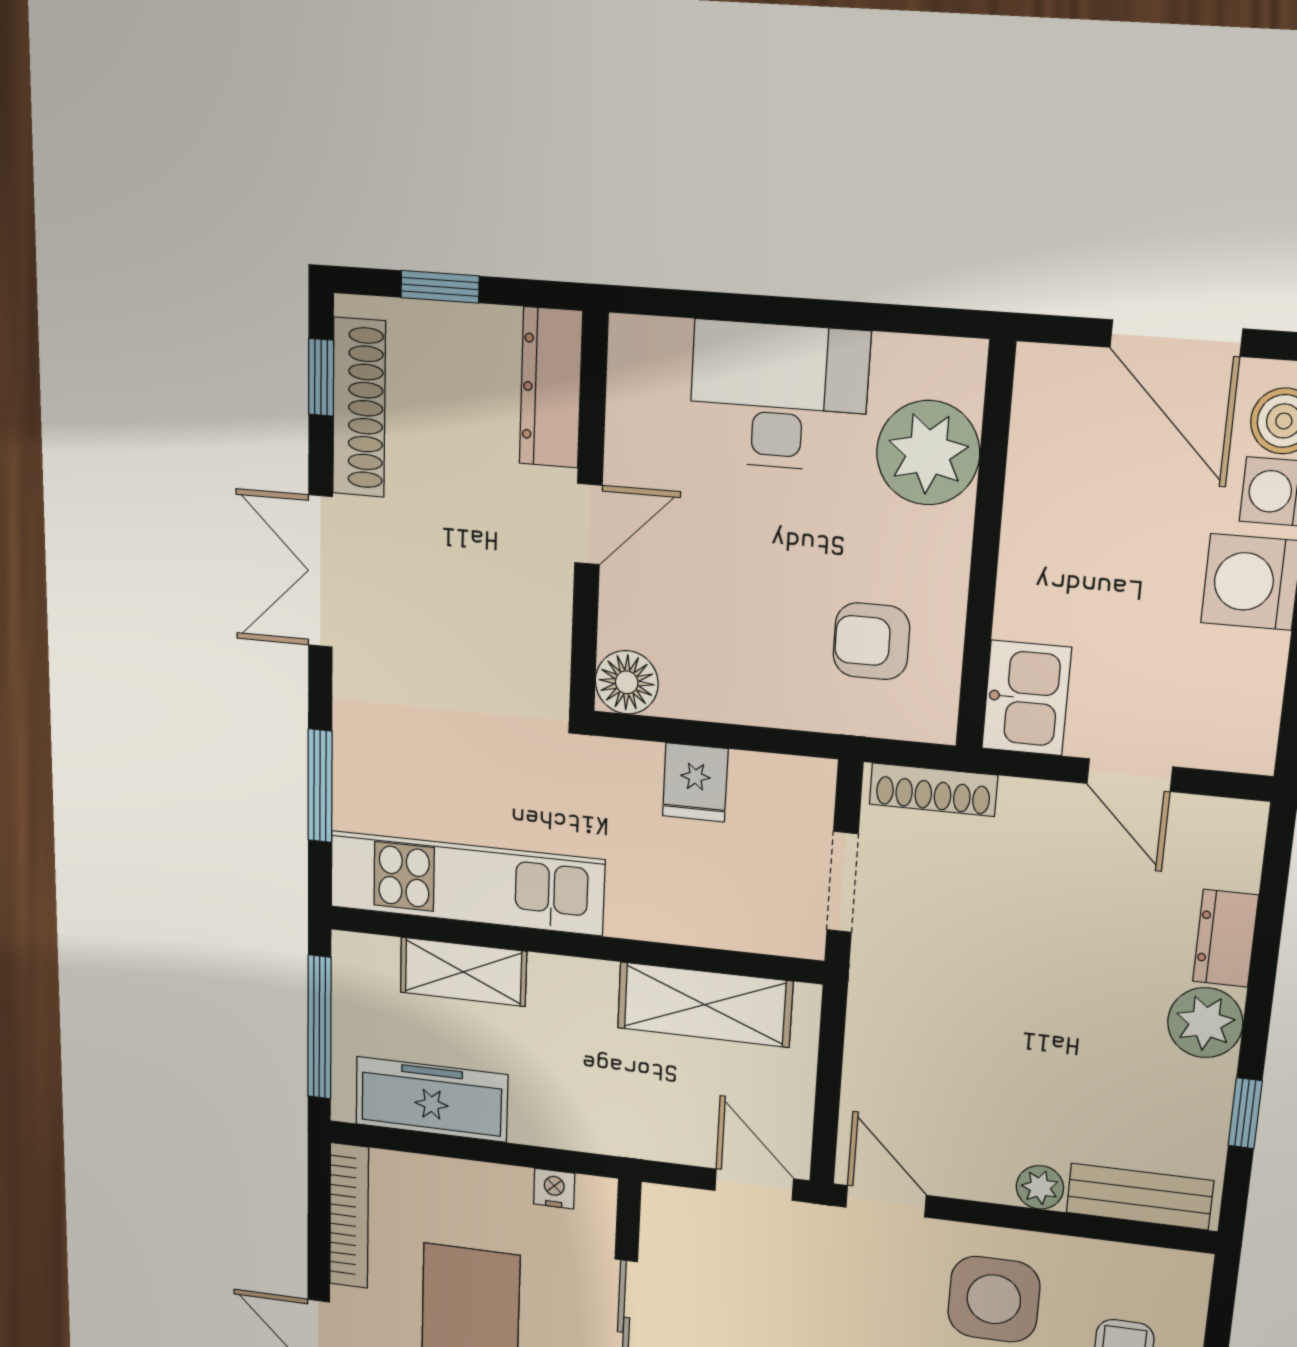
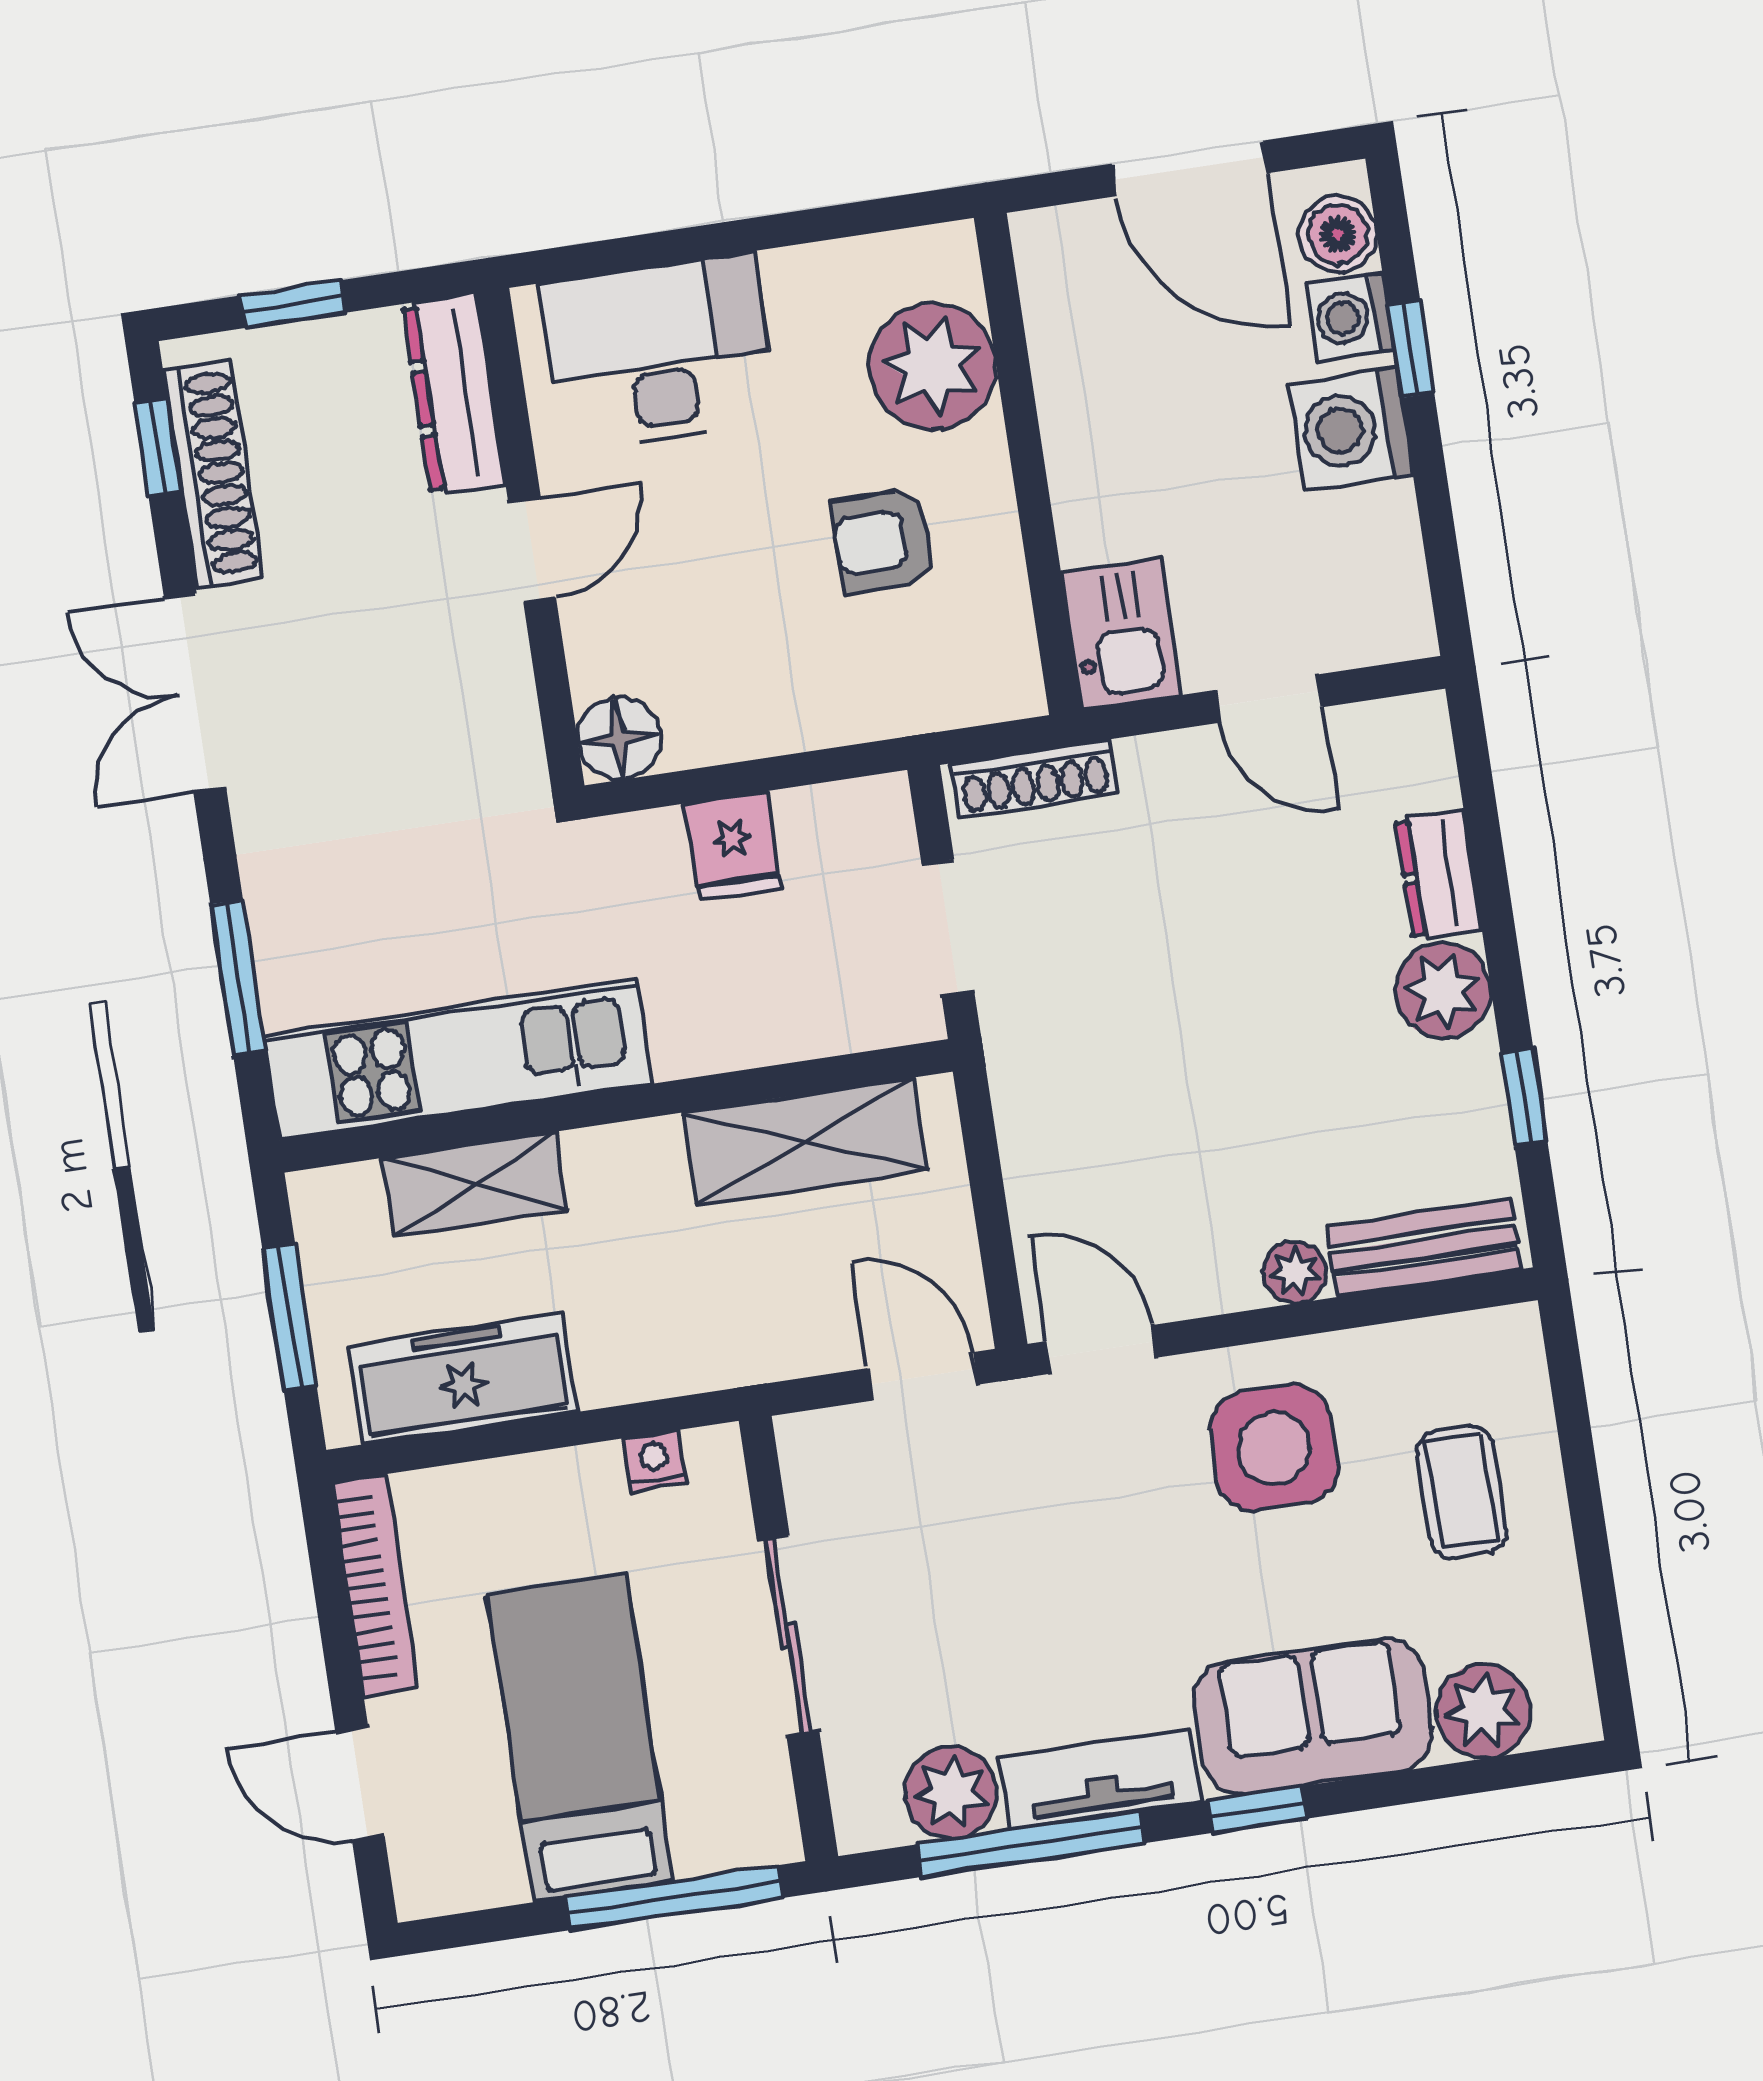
desk: (779, 396) -> (659, 352), moved
armchair: (871, 641) -> (884, 541), moved
window: (319, 1027) -> (290, 1317), width x0.69

